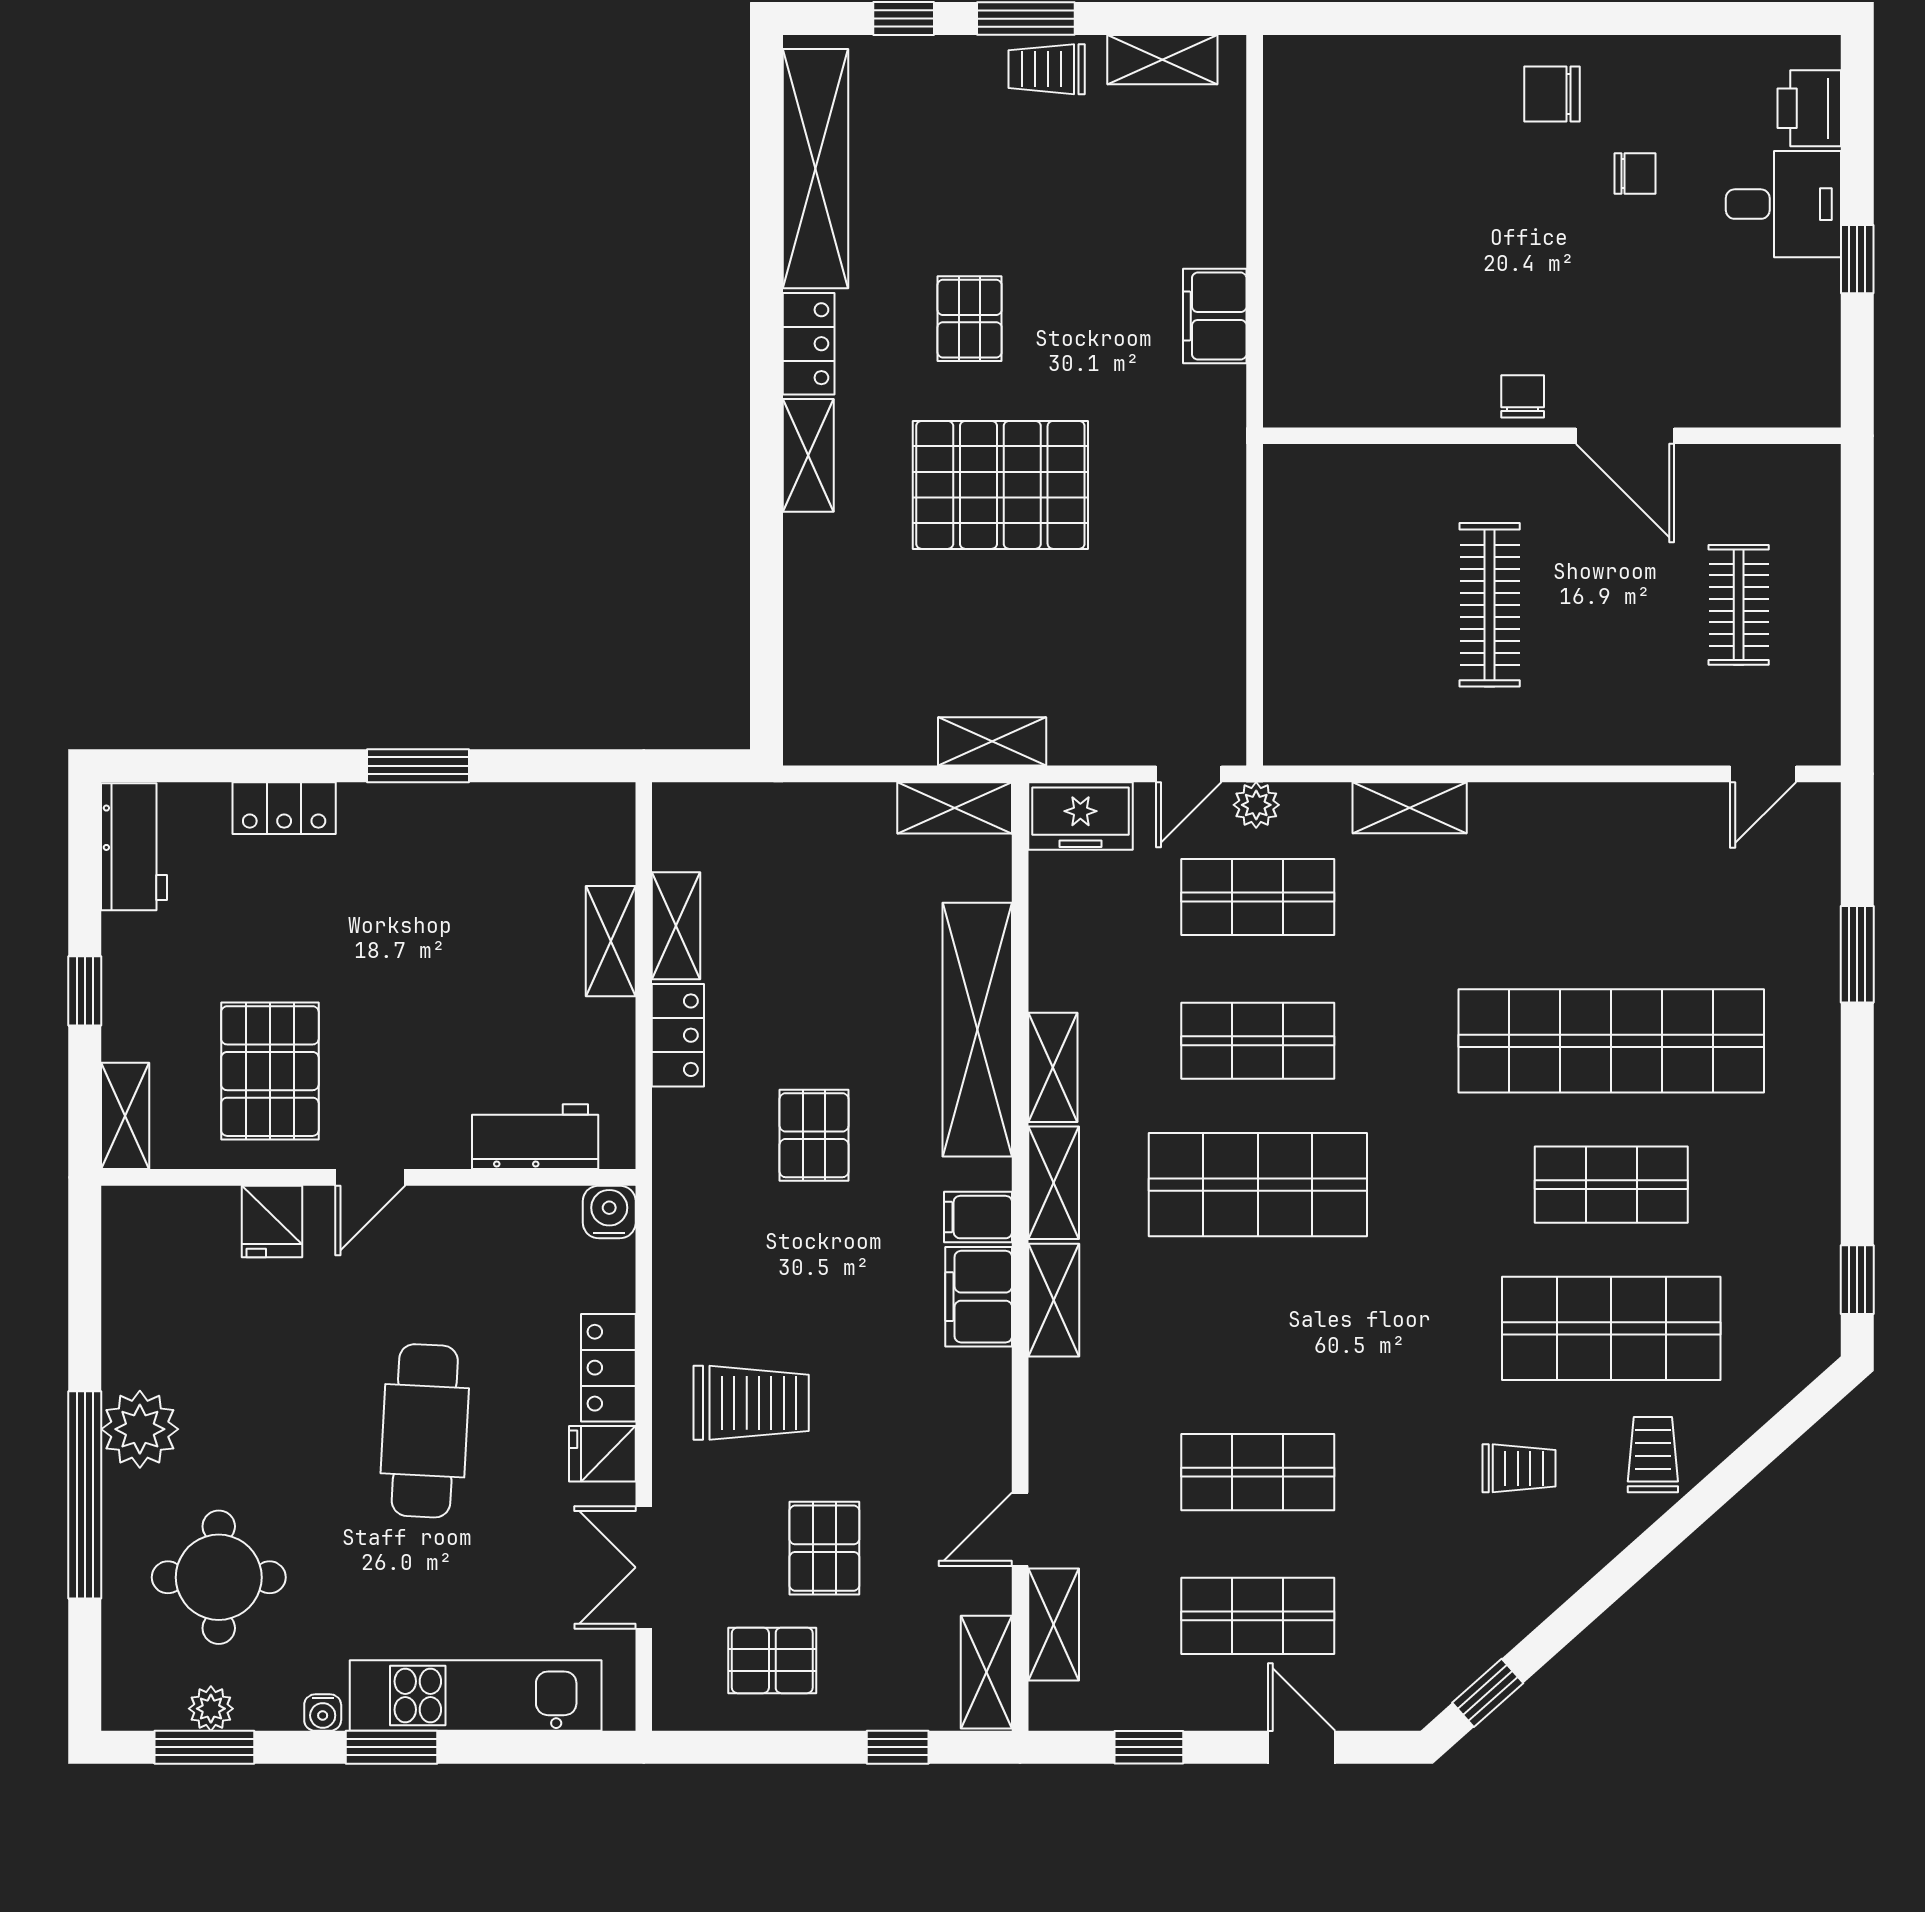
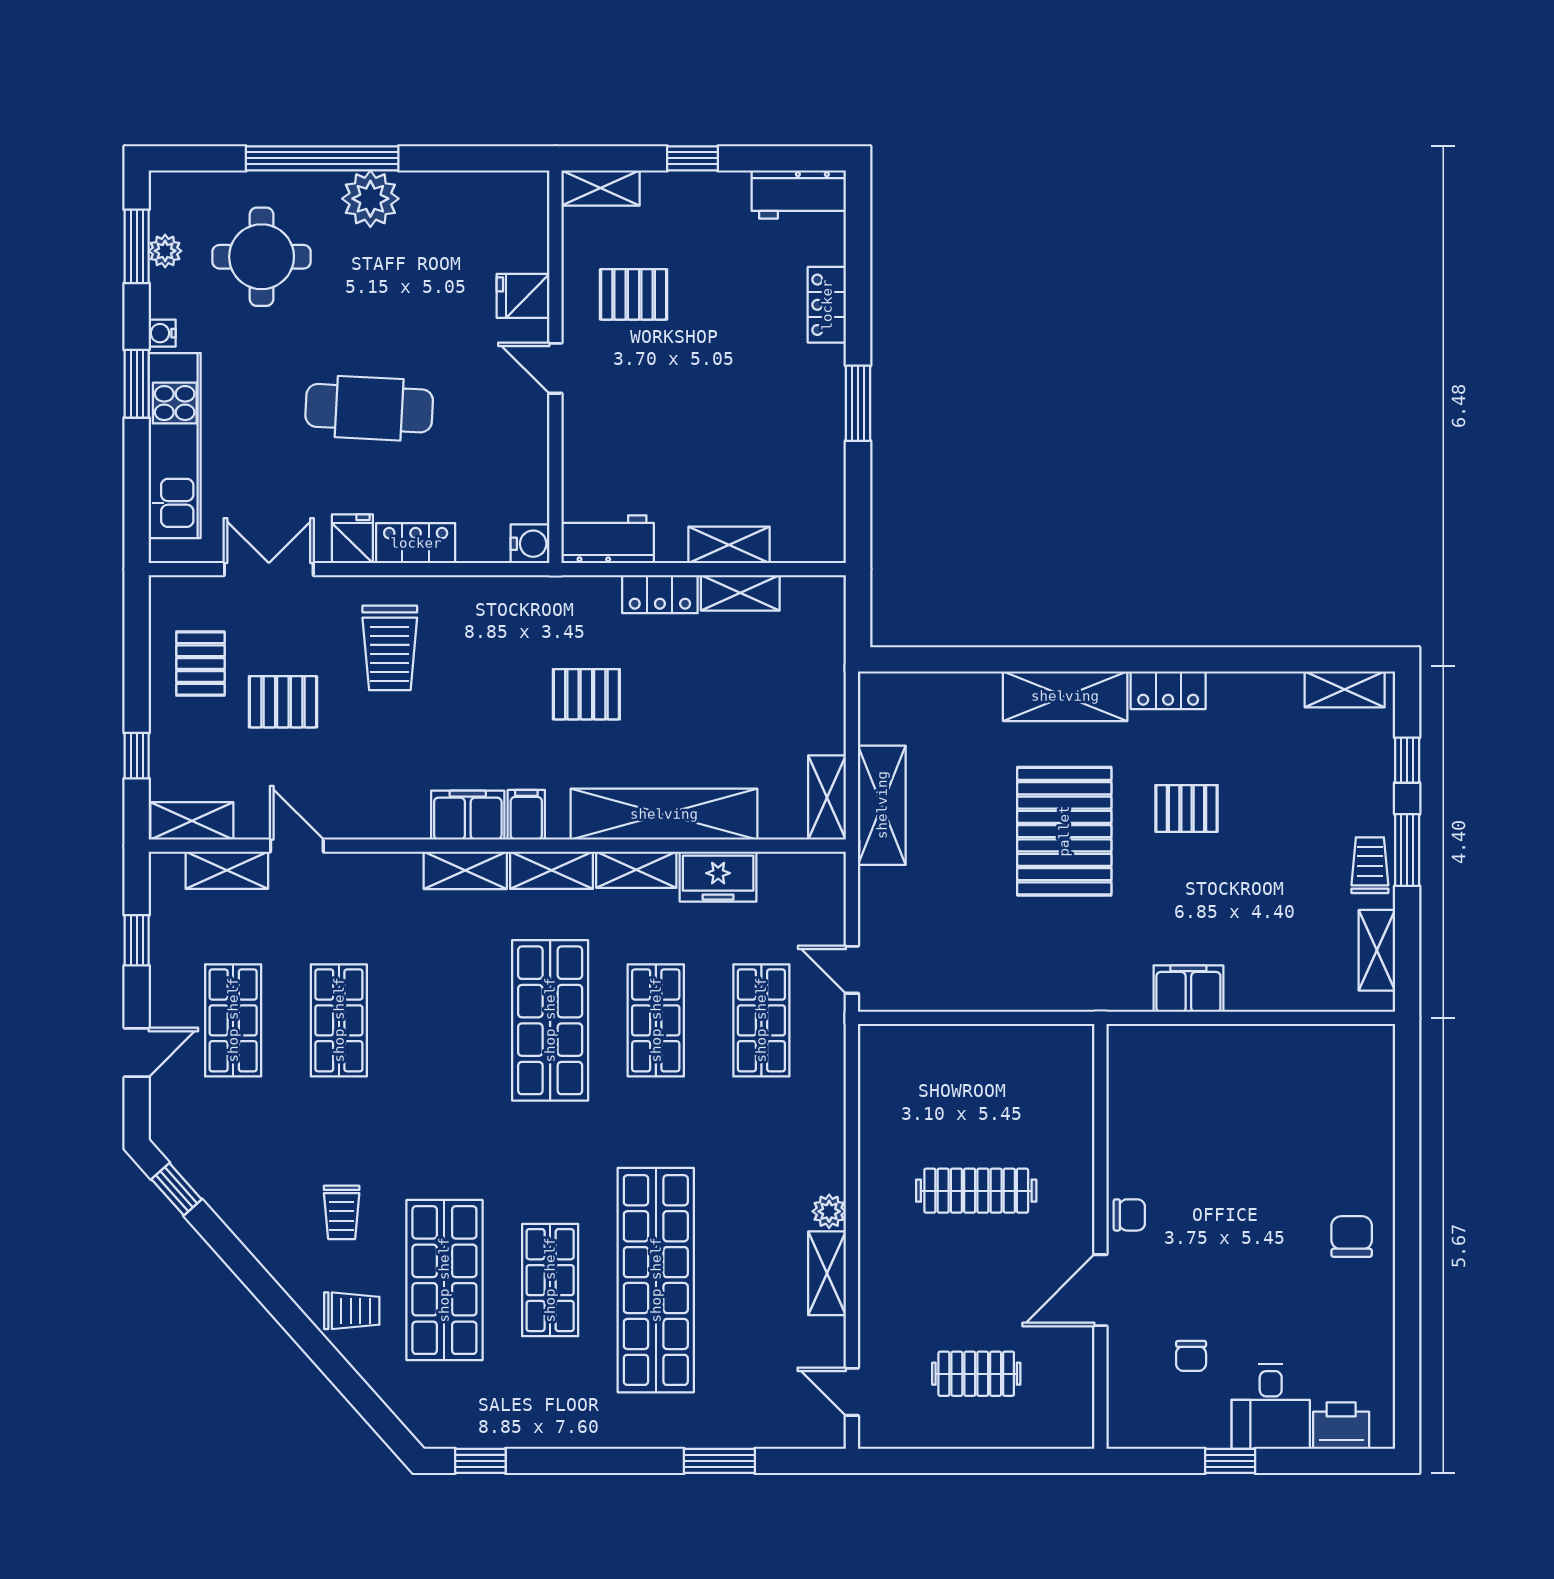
shelving: (815, 169) -> (1345, 689), width x0.45, depth x0.75
chair: (1635, 174) -> (1191, 1356), moved
shelving: (808, 455) -> (1065, 696), width x1.50, depth x1.33
shelving: (992, 741) -> (882, 805), width x1.50, depth x1.33
plant: (1256, 805) -> (829, 1211), moved
shelving: (1410, 808) -> (827, 1273), moved
freezer: (1080, 816) -> (718, 877), moved, turned -90
pallet: (270, 1071) -> (634, 294), width x0.67, depth x0.71
workbench: (535, 1137) -> (608, 539), moved, turned -90

